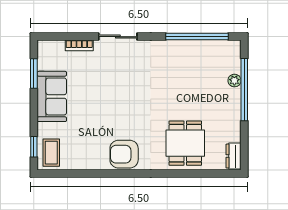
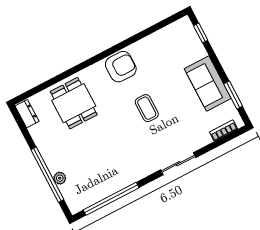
bookcase: (79, 45) -> (224, 130), moved
coffee table: (51, 153) -> (147, 108), moved

